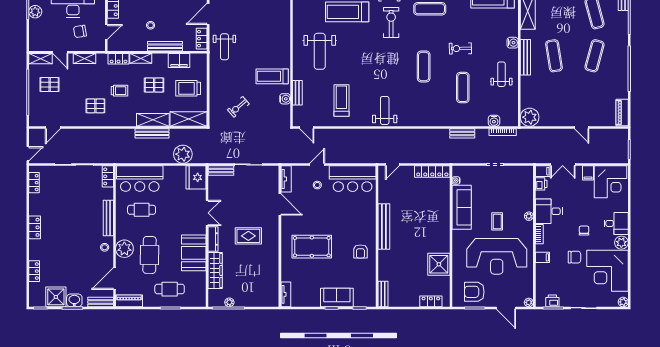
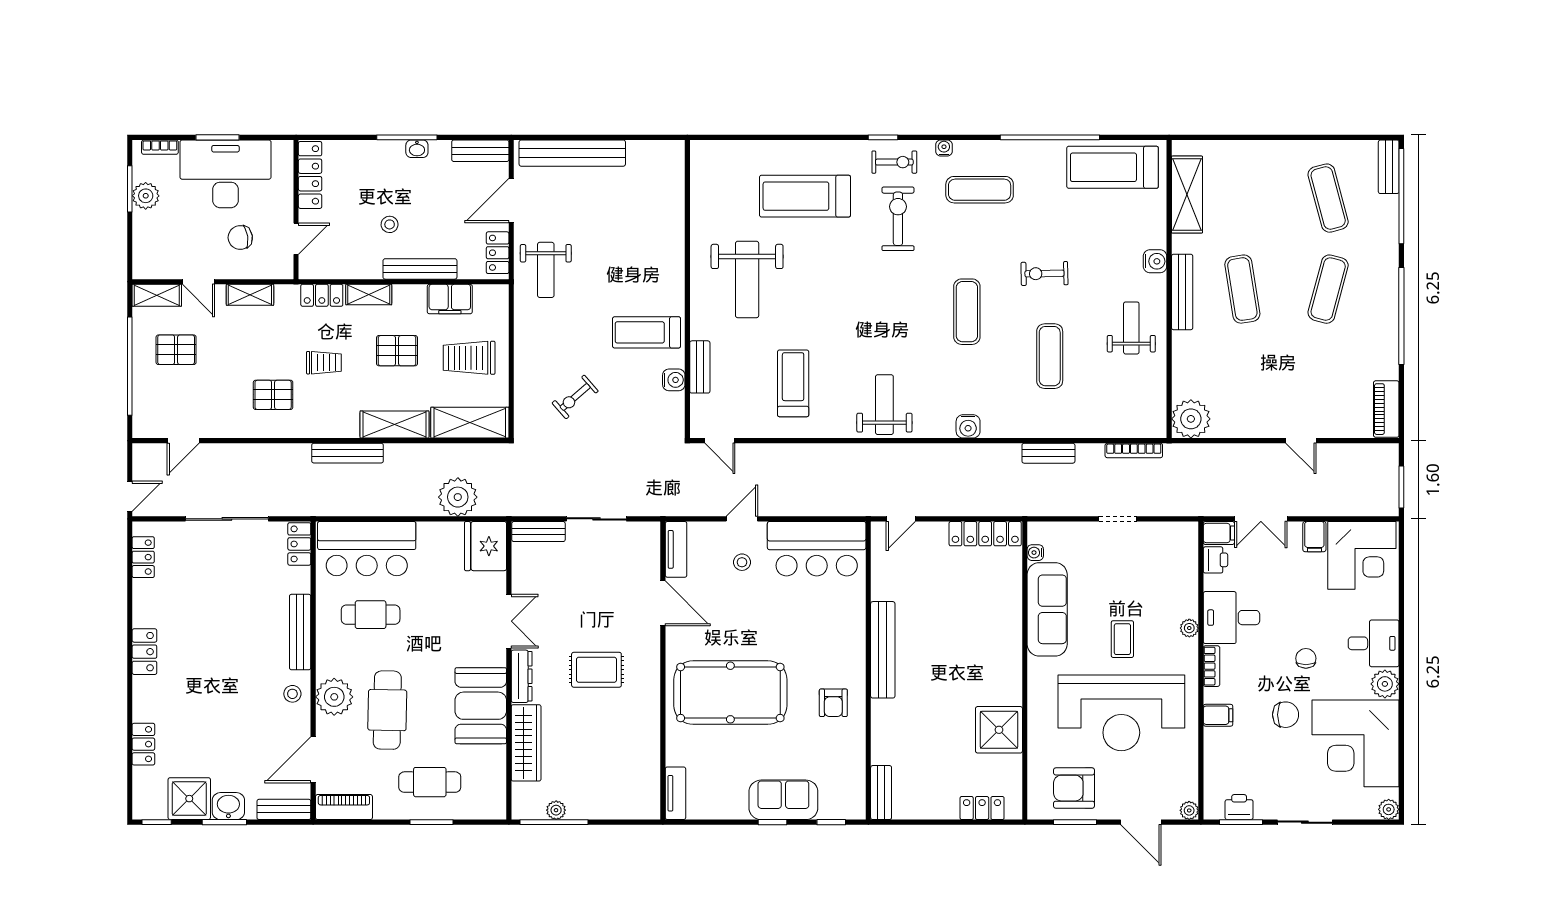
water cooler: (494, 121) -> (968, 426), moved
bench: (152, 133) -> (348, 453), moved
pool table: (312, 247) -> (730, 693), width x1.36, depth x1.32

